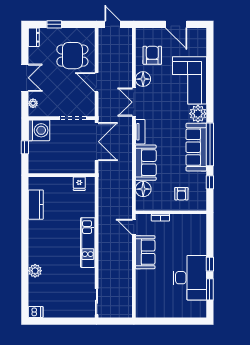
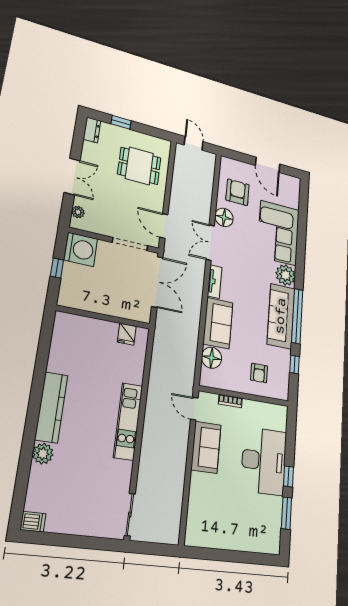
door: (97, 82) -> (164, 226), moved
kitchen counter: (36, 205) -> (51, 407), moved, width x1.50
desk: (190, 278) -> (264, 461), moved

